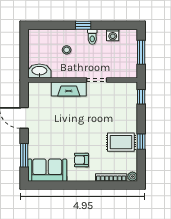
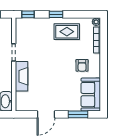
rug: (121, 142) -> (67, 32), turned 90
window: (141, 142) -> (56, 14), moved

